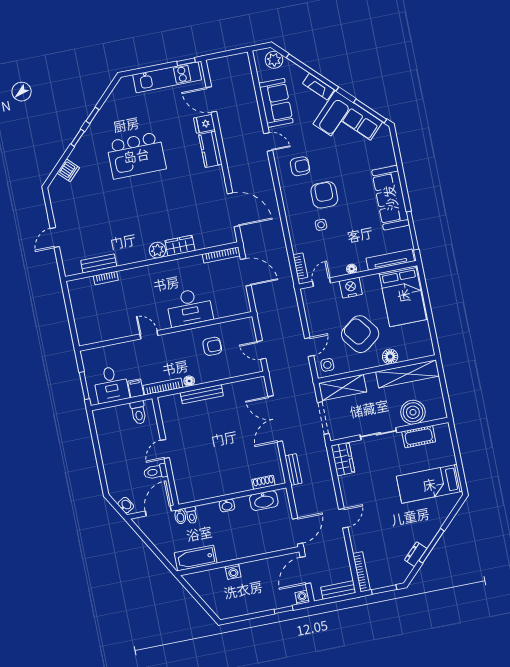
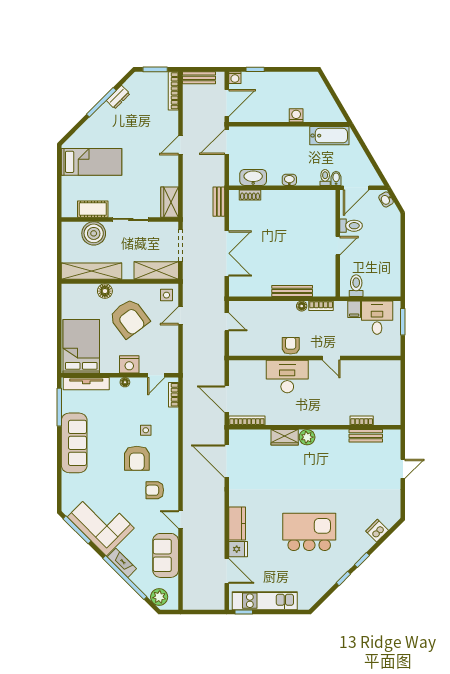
armchair: (212, 346) -> (291, 346), moved, turned 90
bookcase: (163, 386) -> (321, 306), width x0.64

